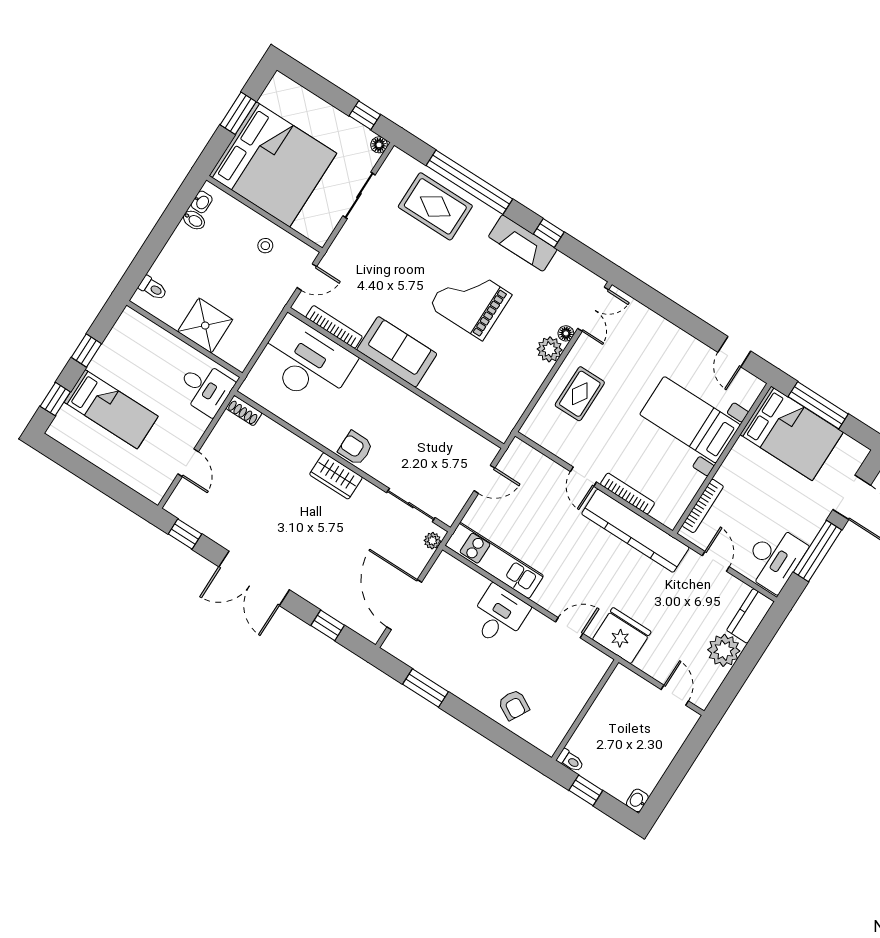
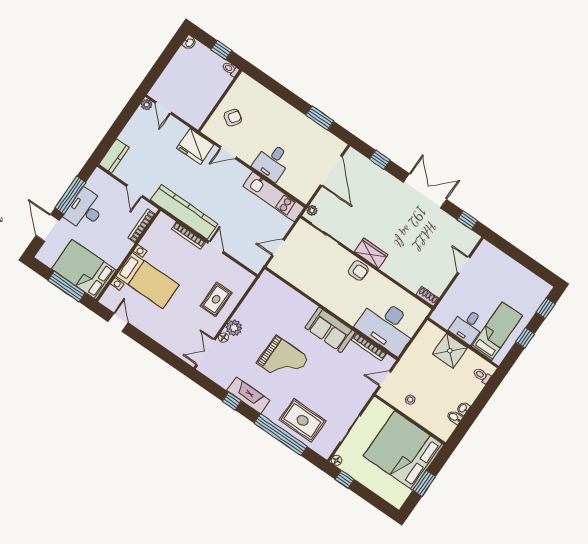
washbasin: (202, 202) -> (463, 408), moved
desk: (205, 388) -> (467, 326), moved, turned -90
bed: (111, 409) -> (497, 331), moved, turned 90
desk: (774, 559) -> (85, 210), moved
plant: (724, 650) -> (147, 105), moved, width x0.53, depth x0.53
armchair: (514, 705) -> (233, 118), moved, turned 96

